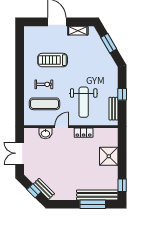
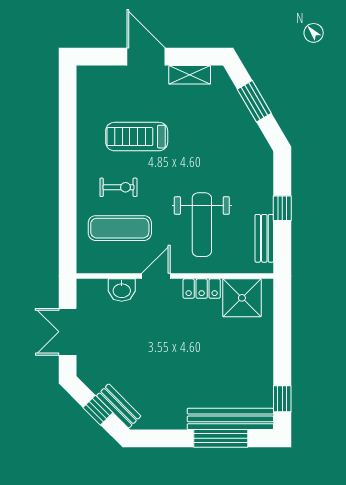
shower: (109, 156) -> (242, 298), moved

